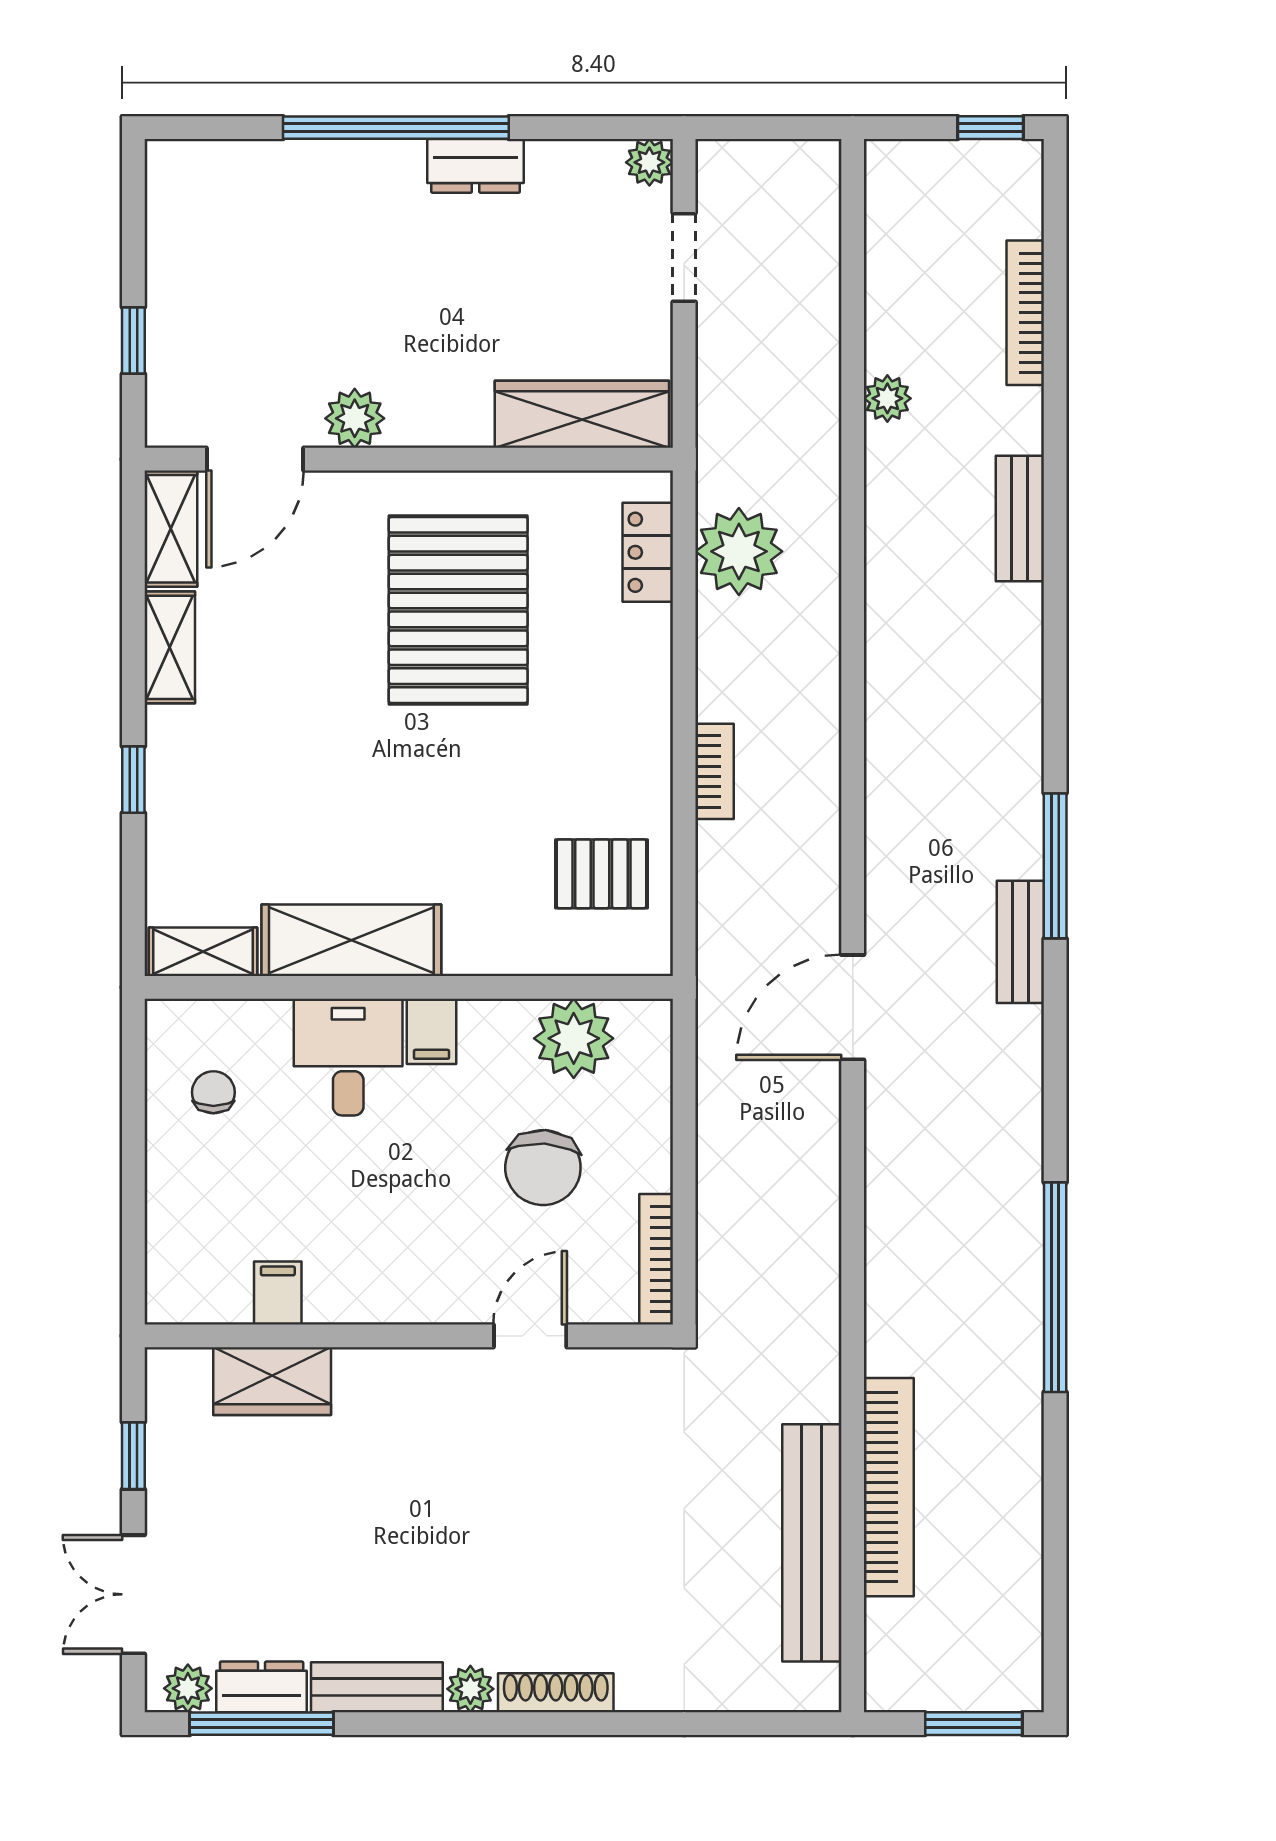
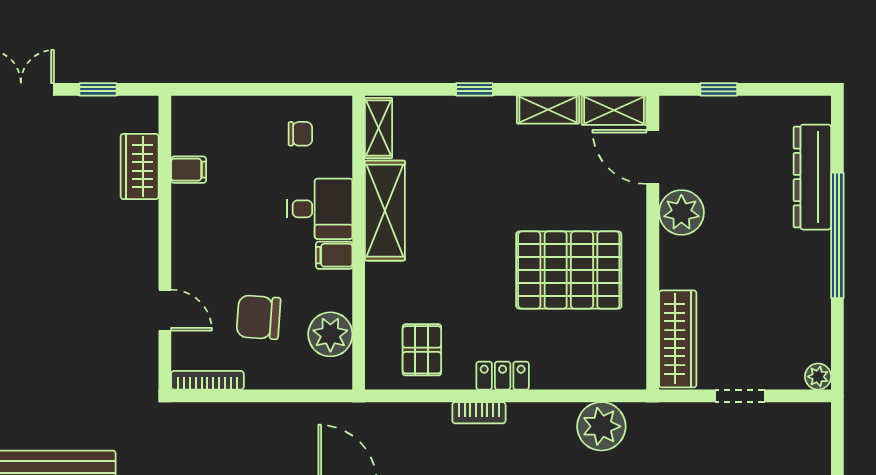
dresser: (476, 166) -> (812, 177), moved, width x1.96, depth x1.24
doorway: (684, 258) -> (740, 396), moved
plant: (355, 418) -> (681, 212), width x1.36, depth x1.36
locker: (648, 552) -> (503, 376), moved

